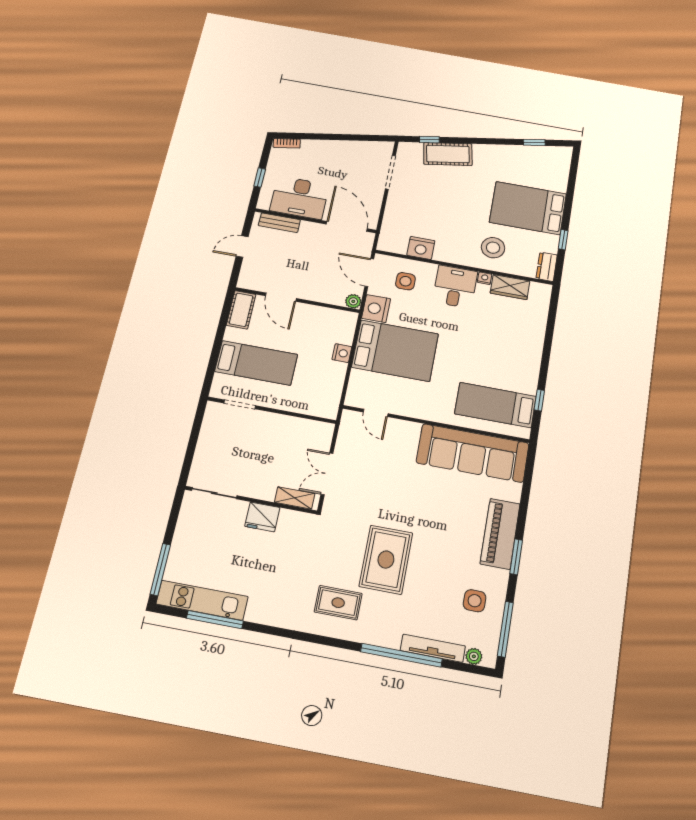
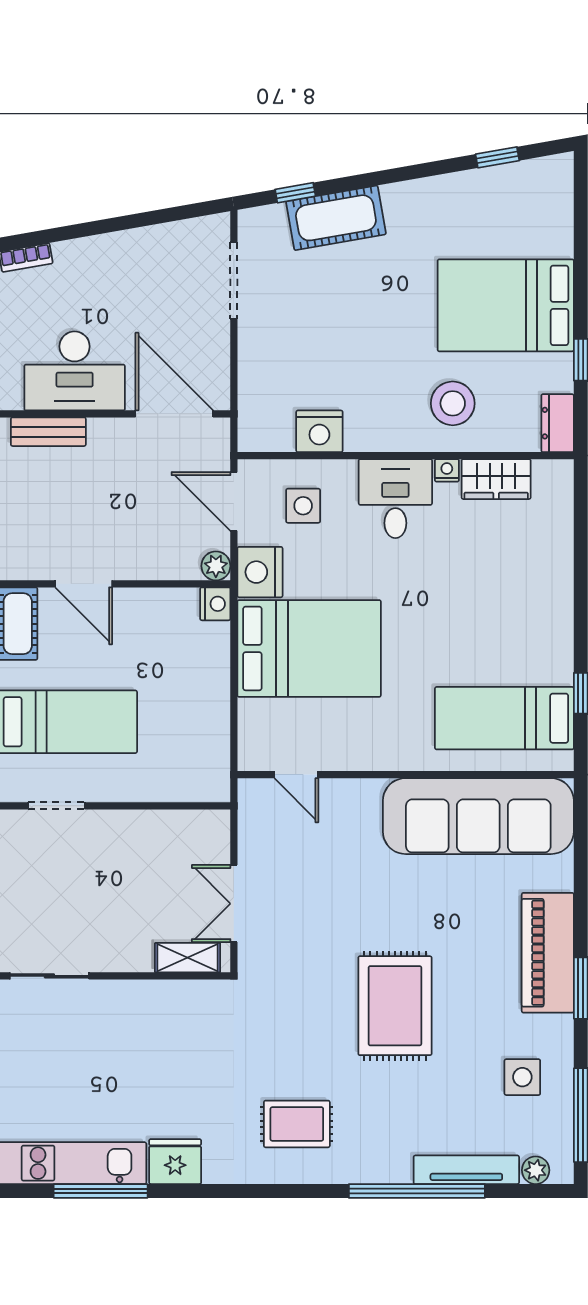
nightstand: (342, 353) -> (215, 604), moved
fridge: (262, 517) -> (175, 1162), moved, turned 180
rug: (386, 560) -> (395, 1006), moved

